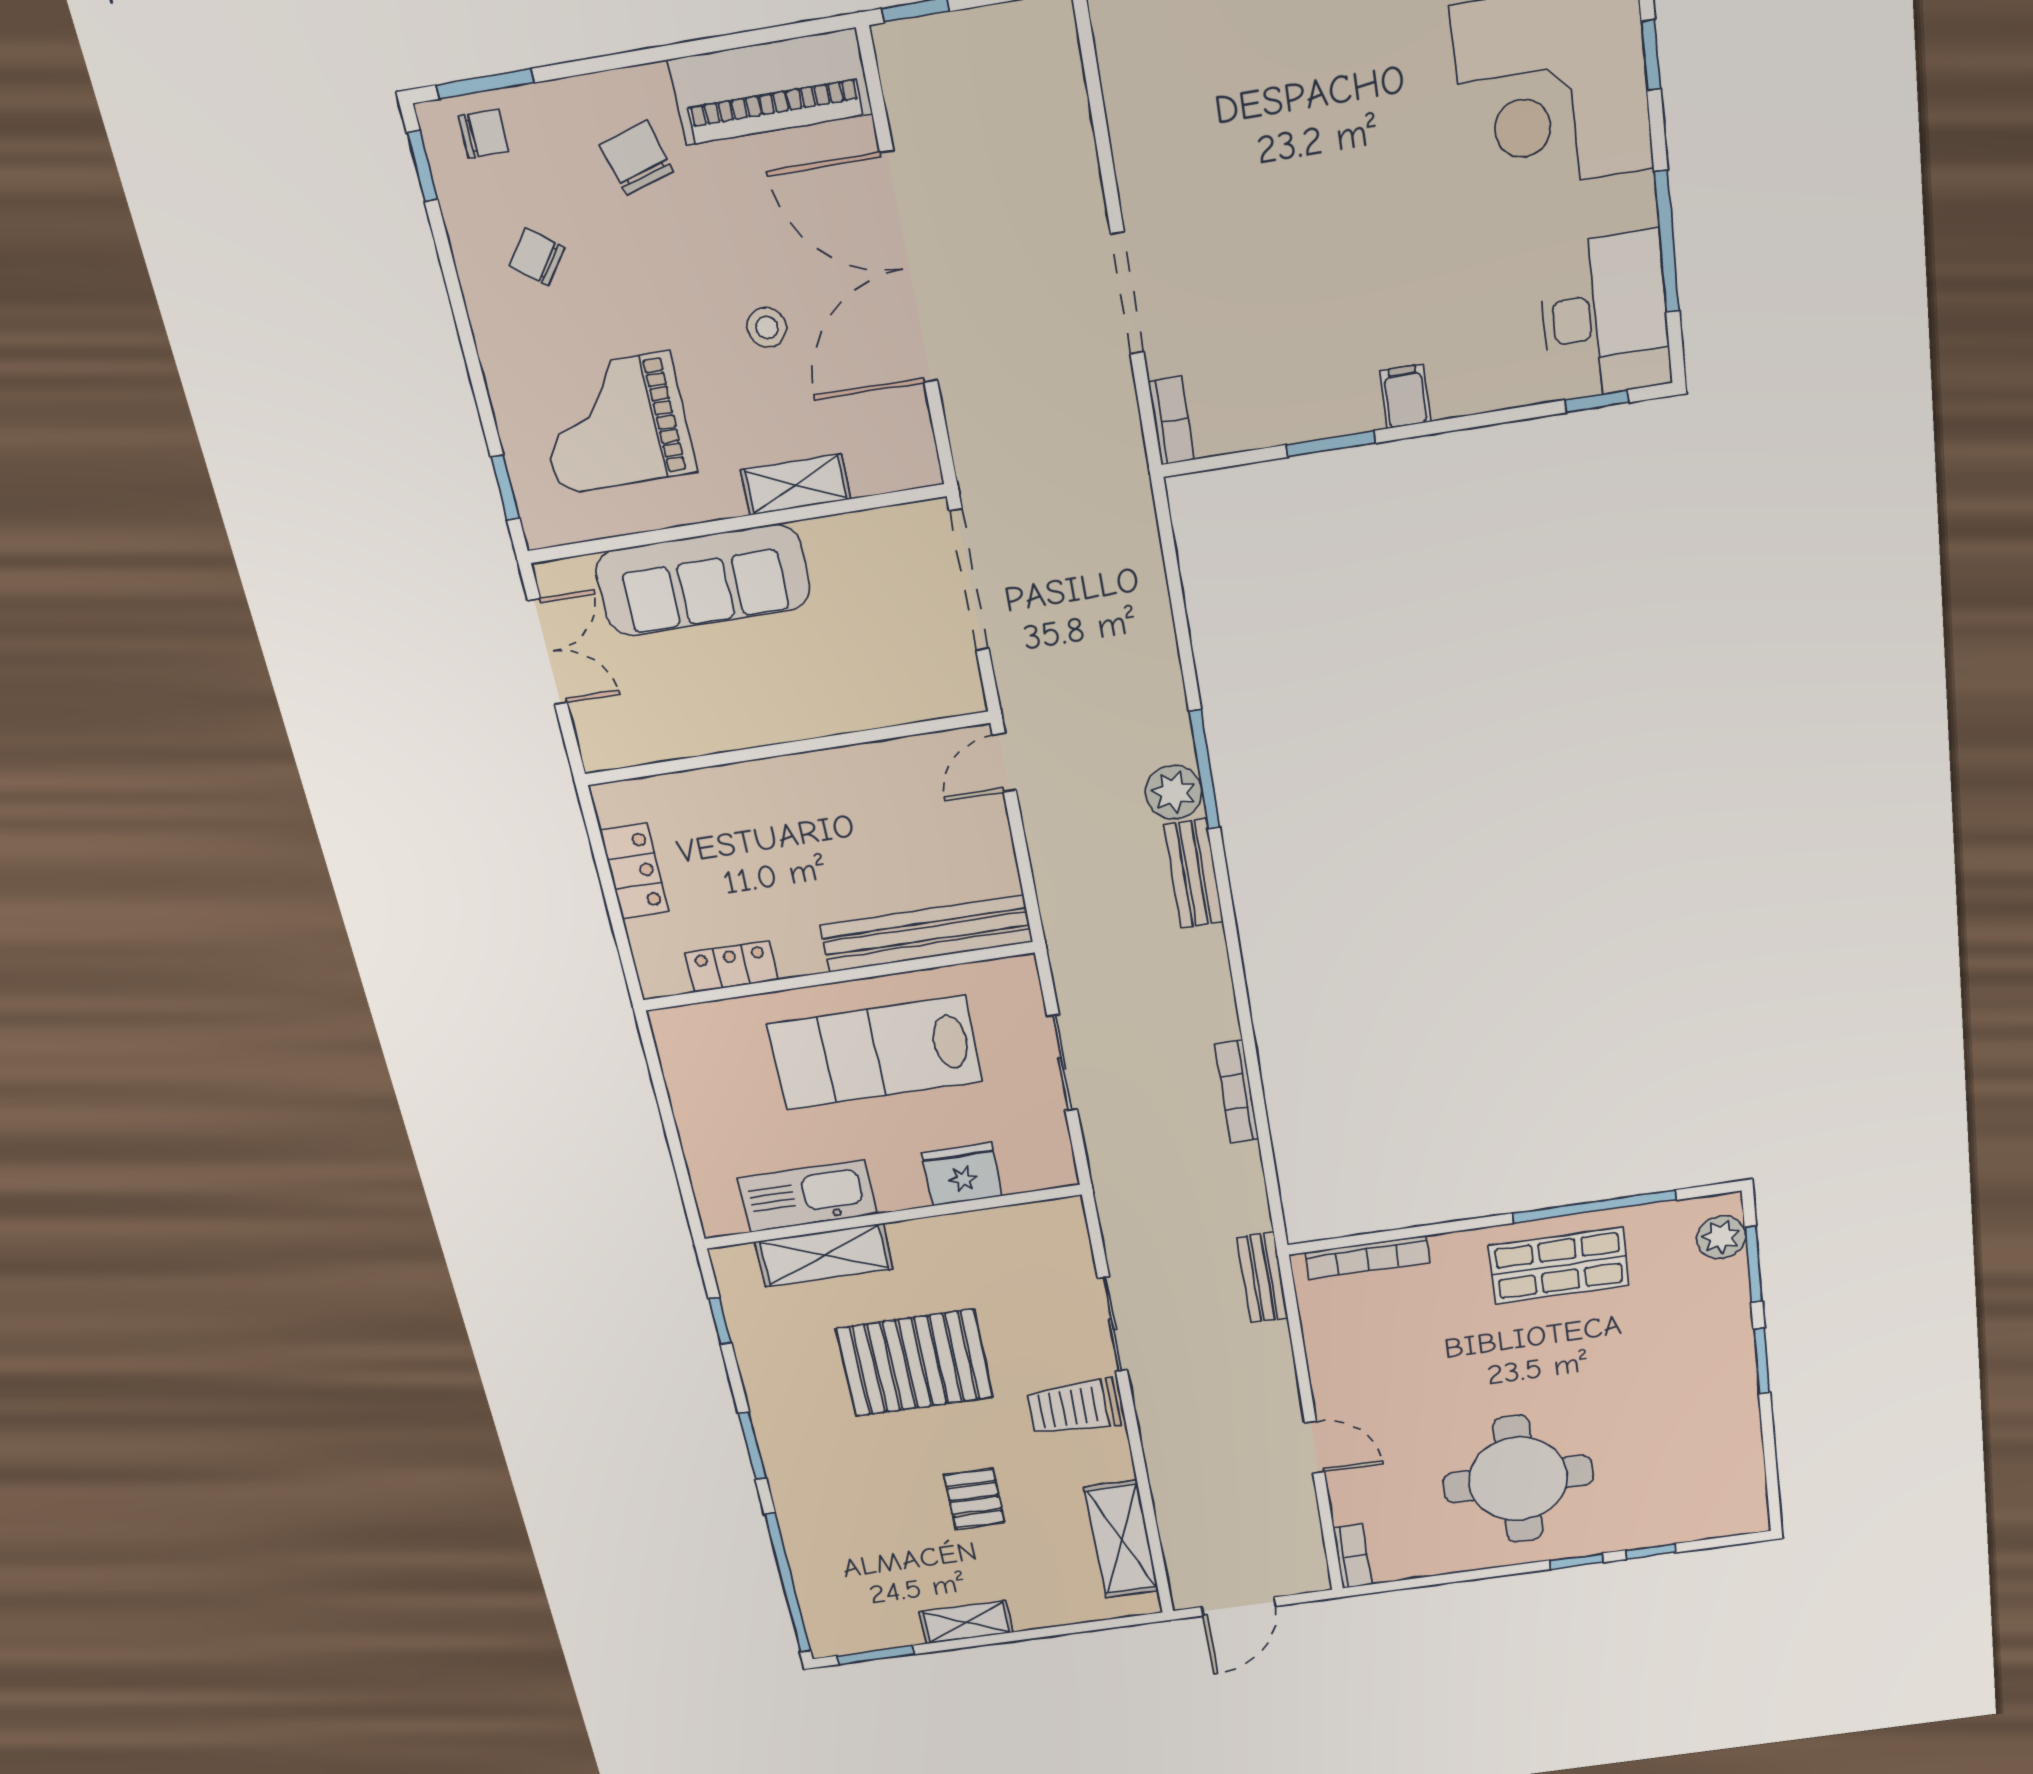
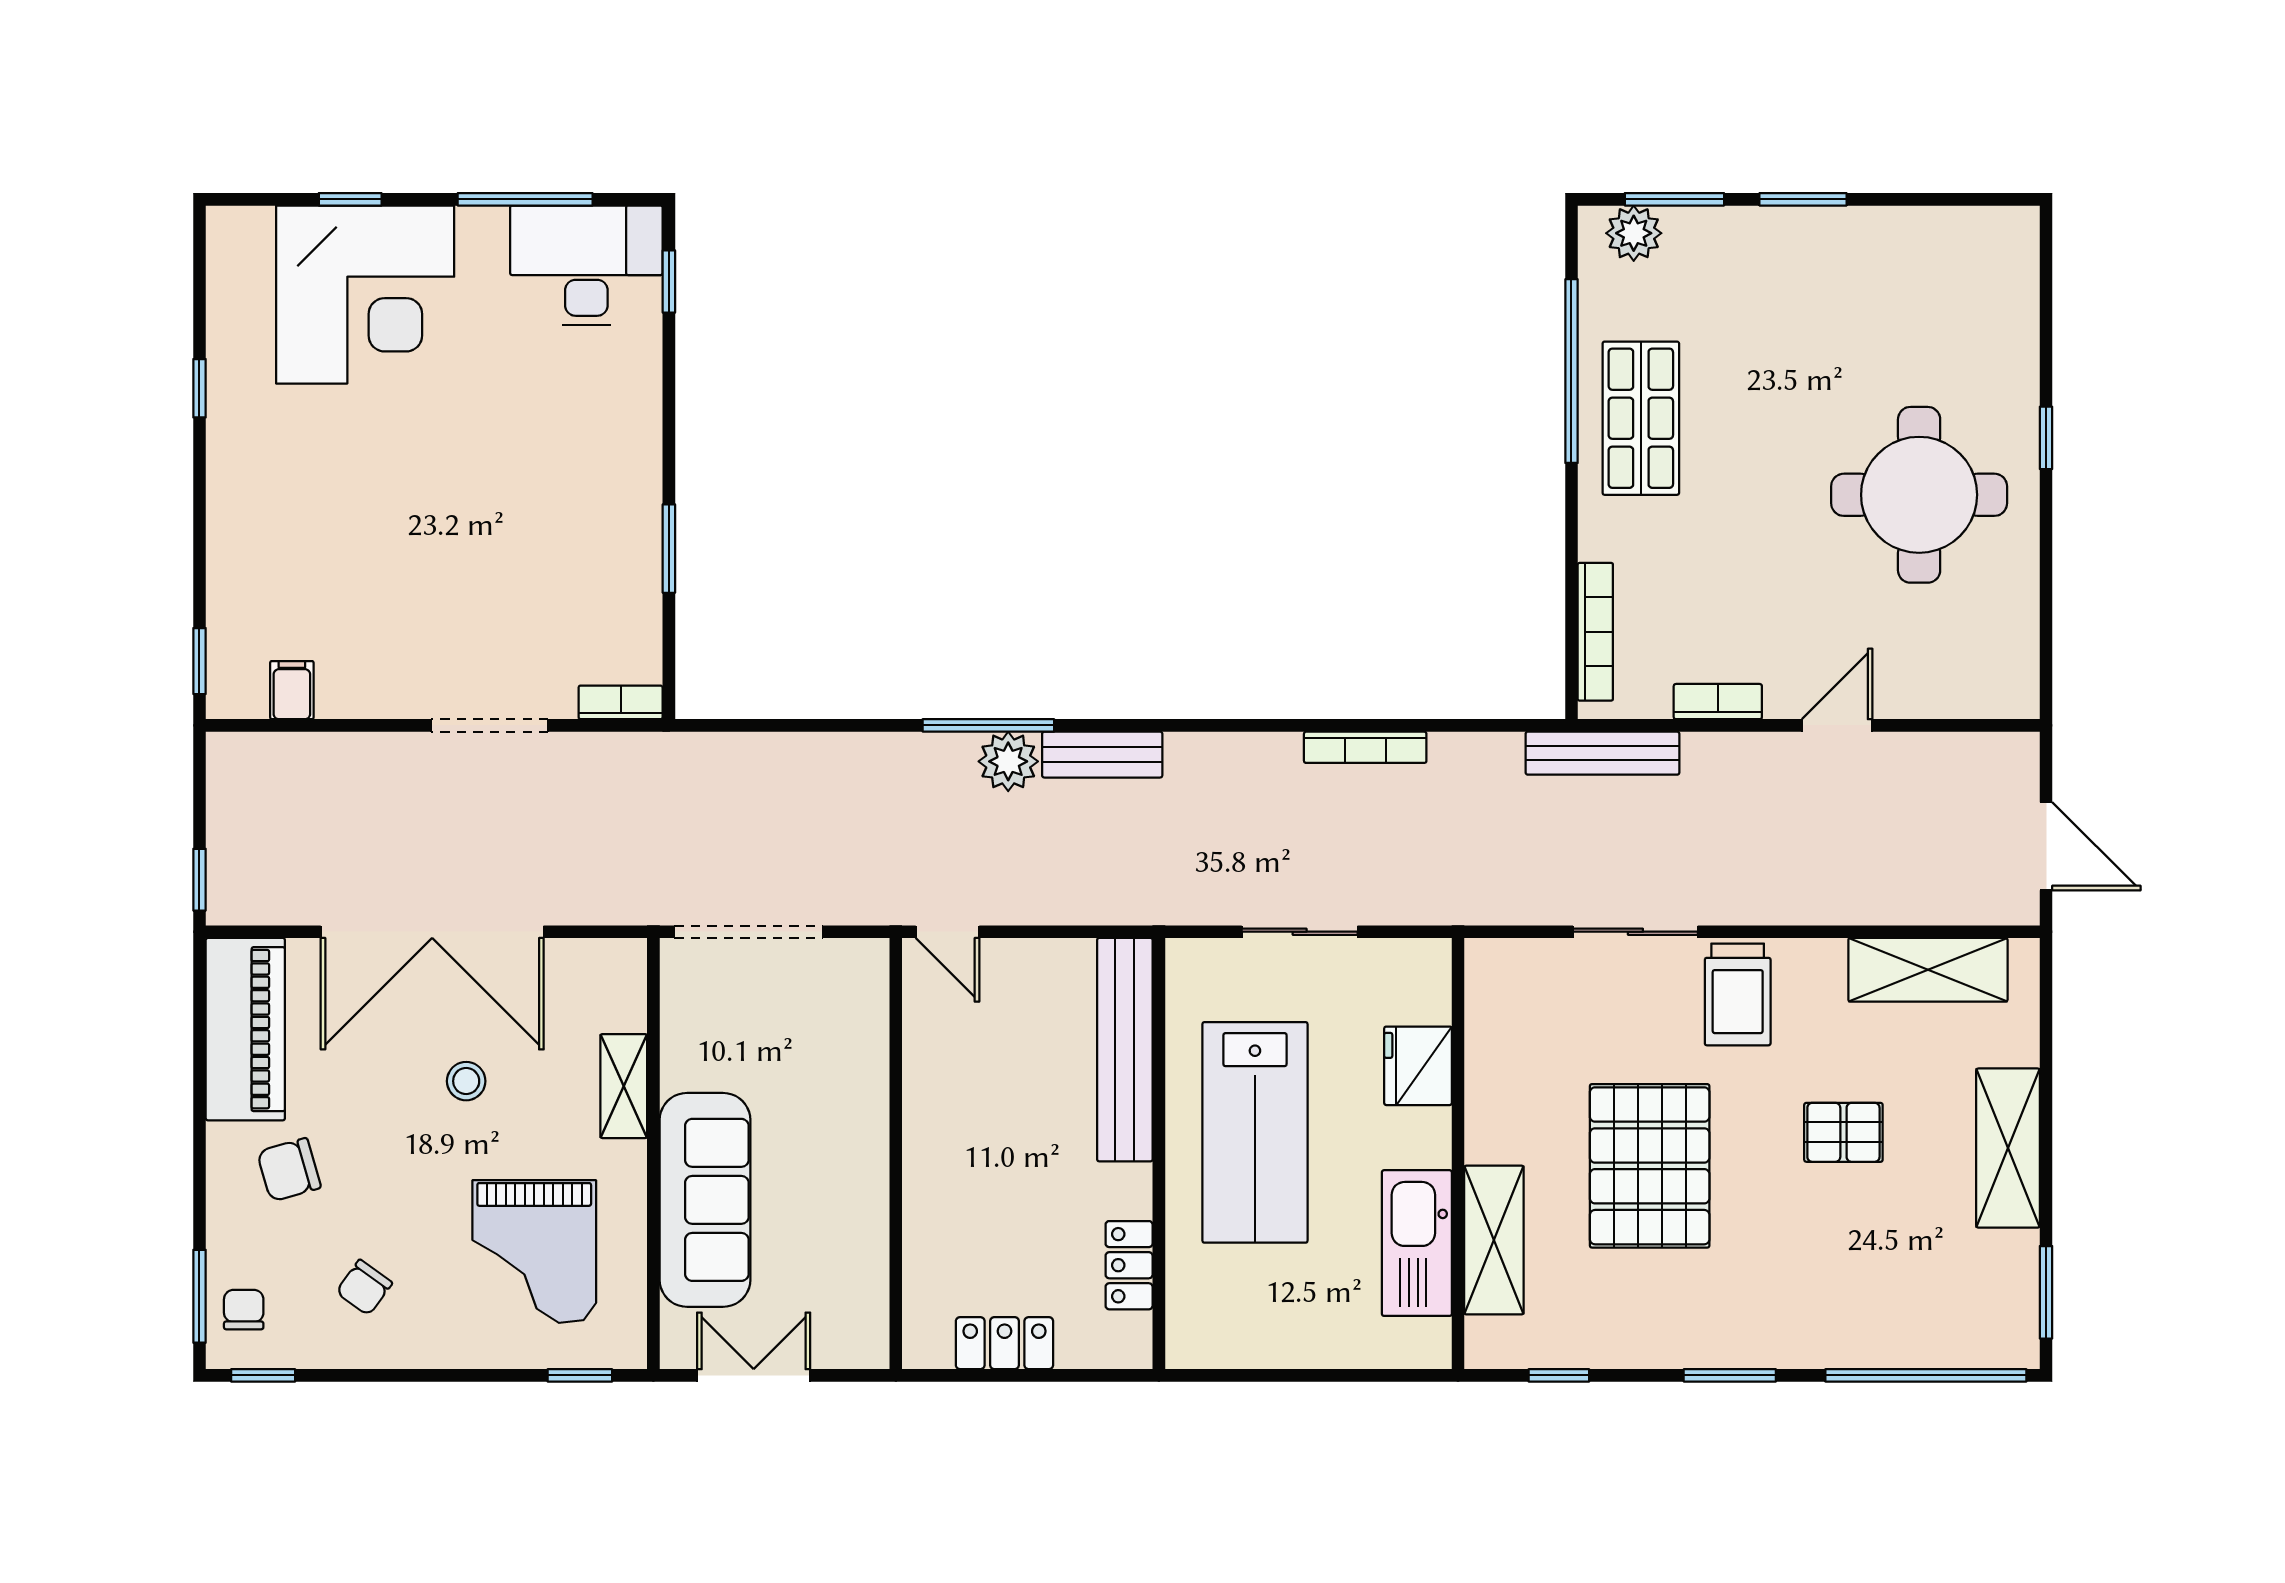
filing cabinet: (1405, 396) -> (292, 690), moved, turned 90
bench: (1262, 1278) -> (1602, 753), width x1.36
window: (1651, 1551) -> (2046, 349), removed
bookcase: (1352, 1556) -> (1718, 702), moved
shelving: (966, 1622) -> (2008, 1148), width x1.50, depth x1.33

